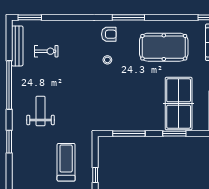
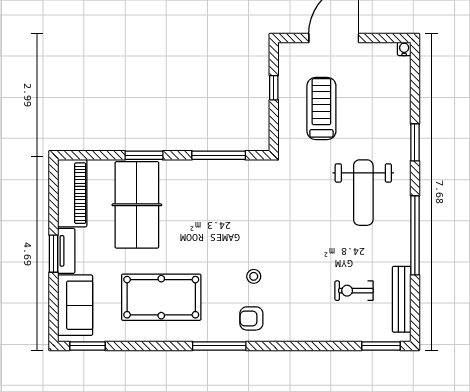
weight bench: (41, 111) -> (363, 193), width x1.36, depth x1.33
treadmill: (66, 162) -> (321, 108), turned 180

